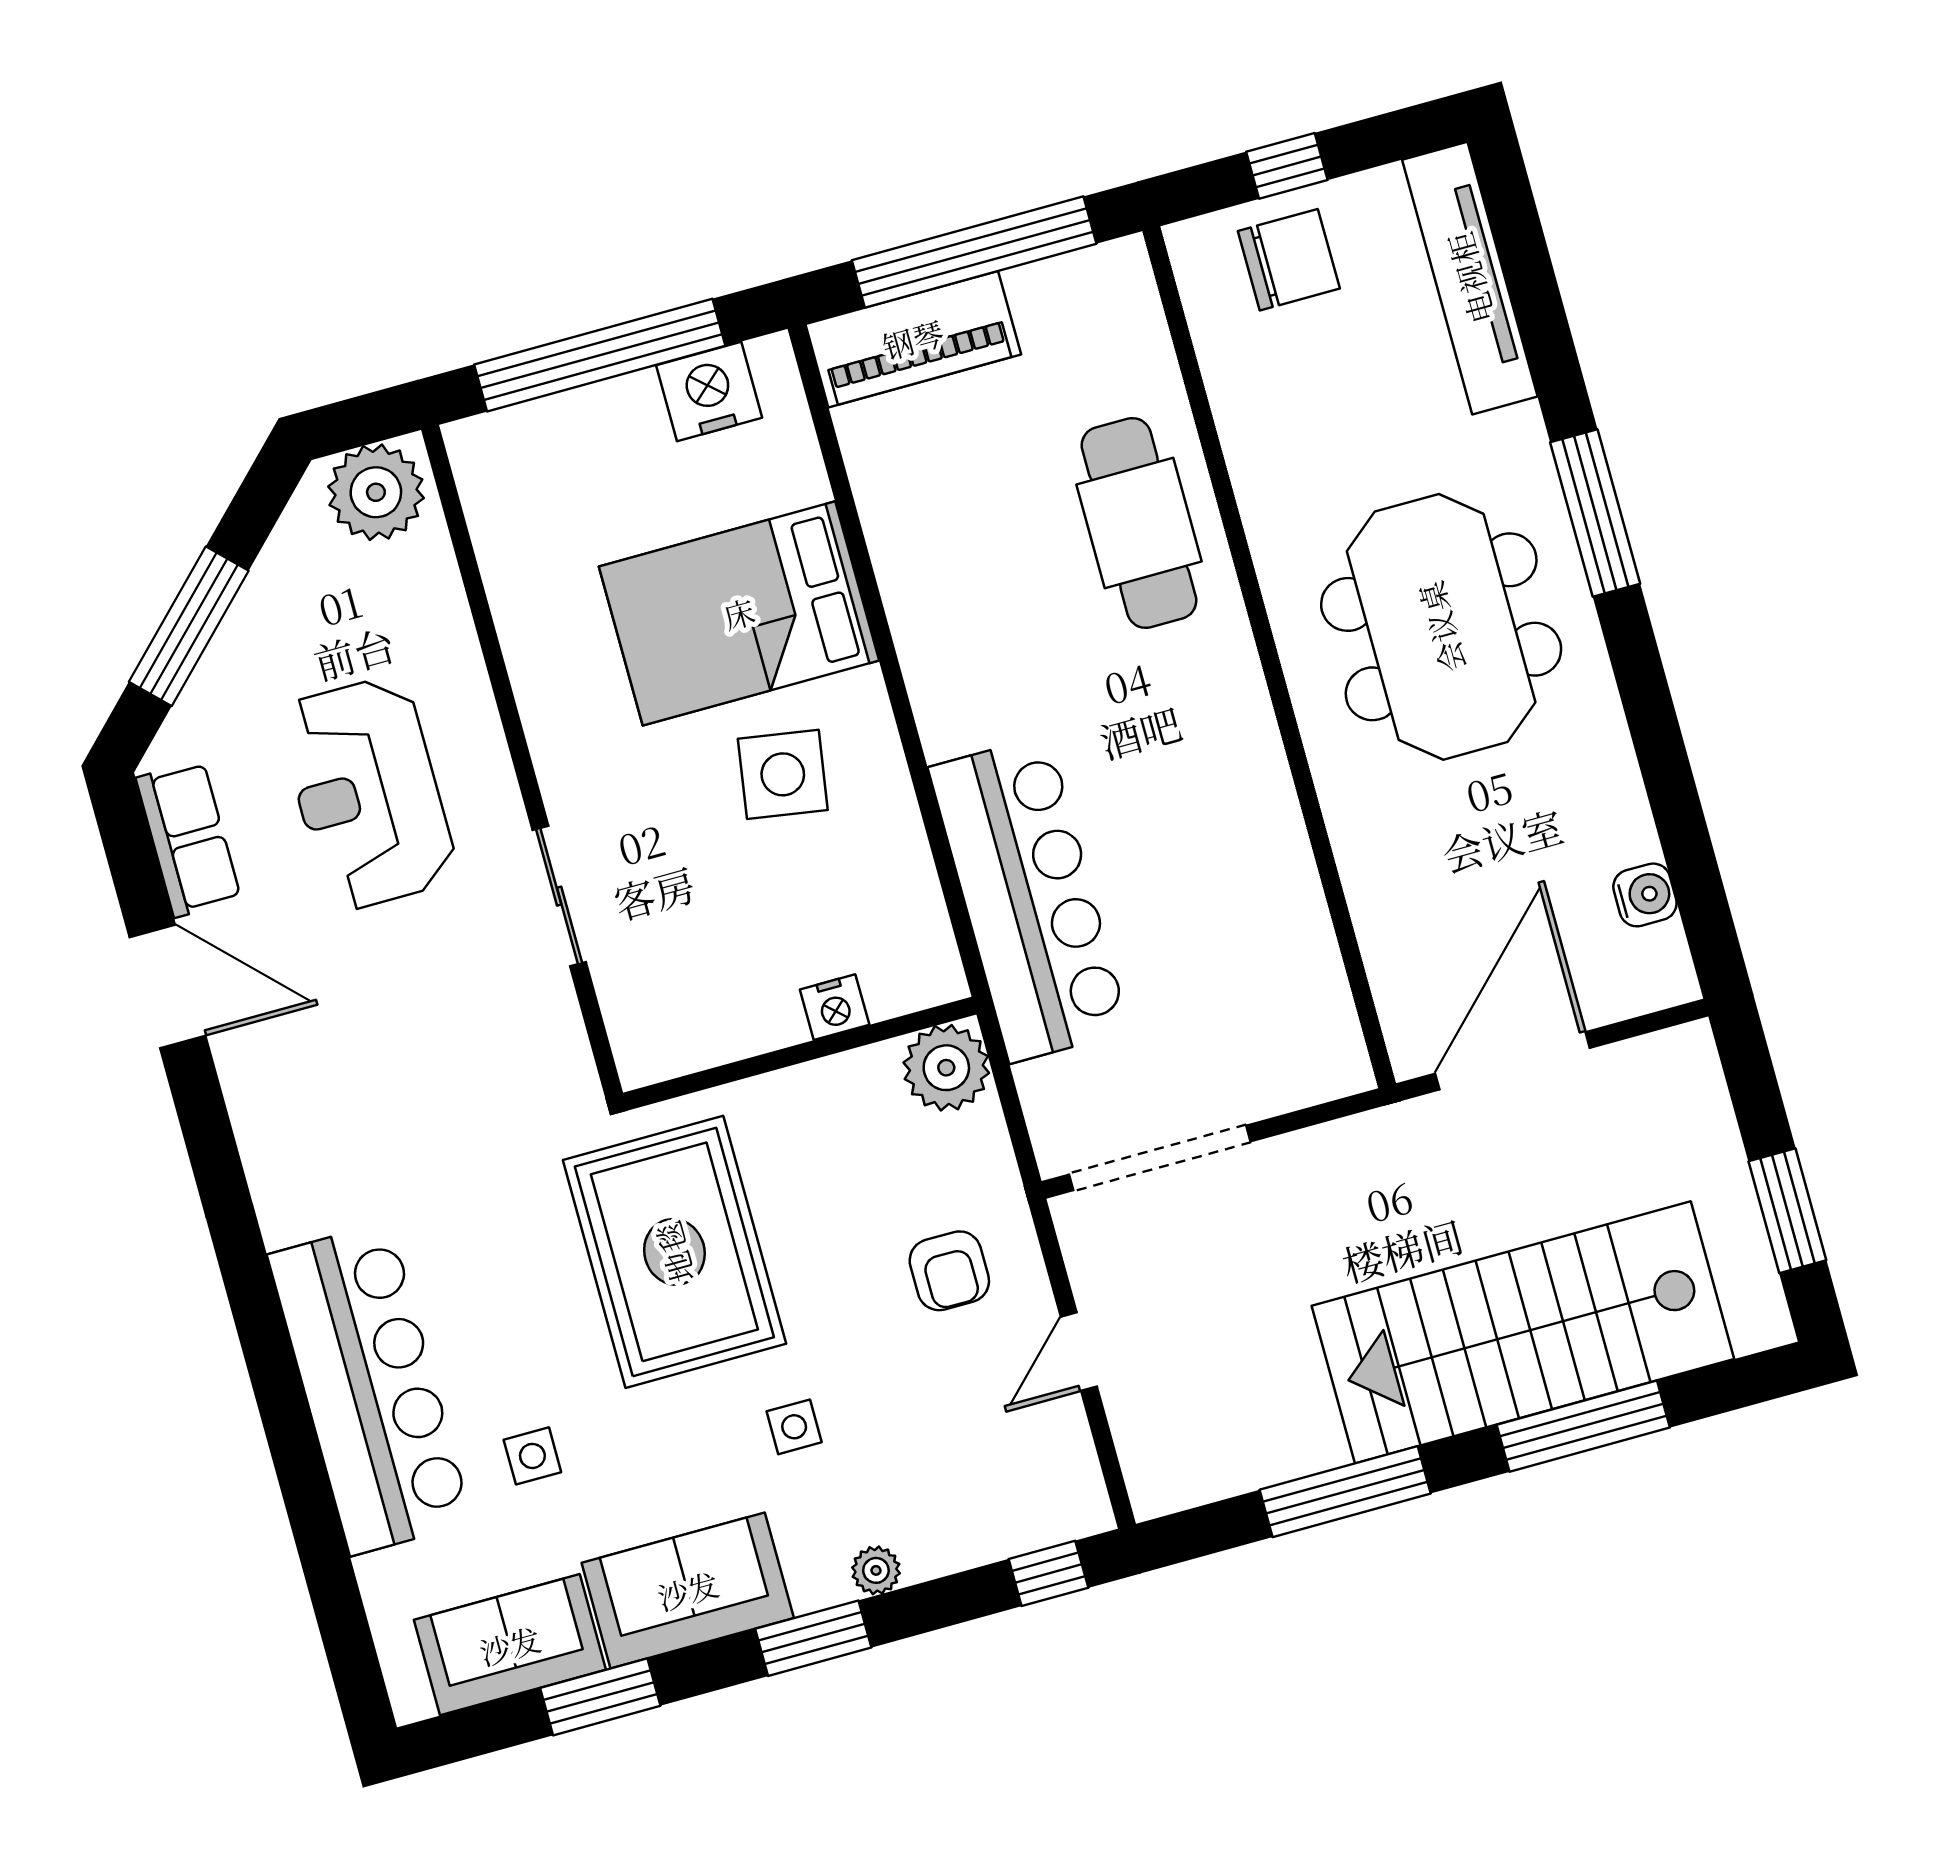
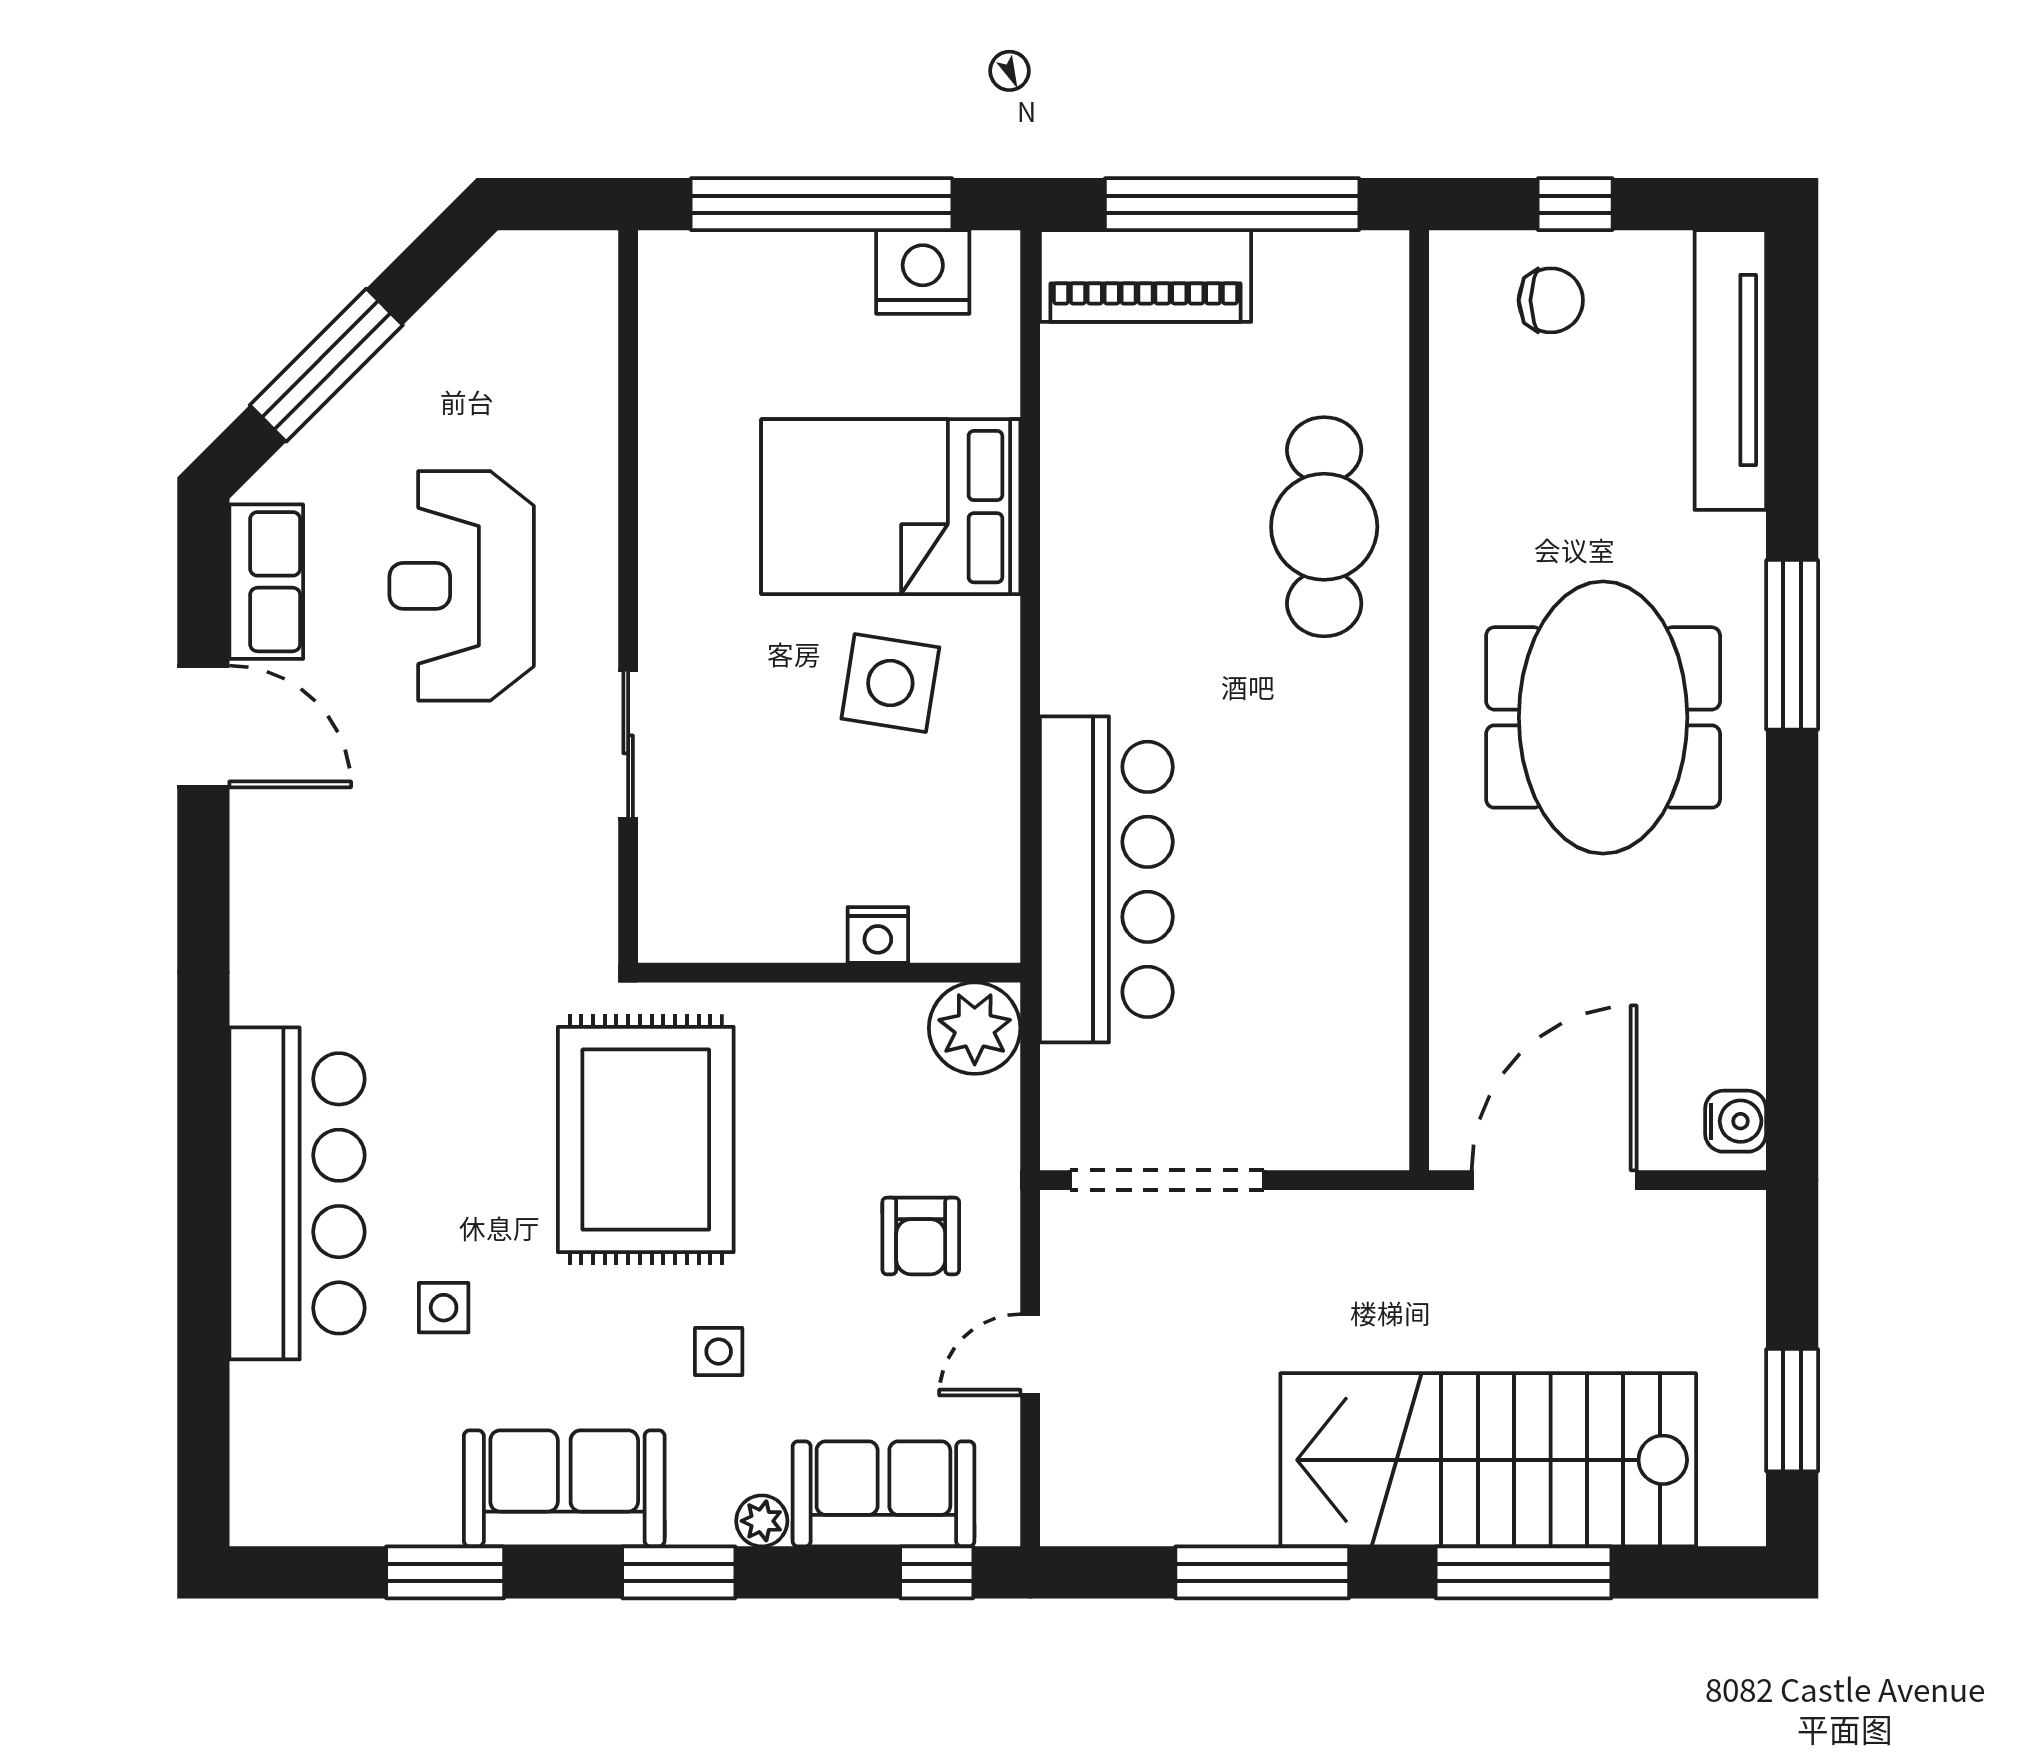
chair: (1289, 260) -> (1551, 300), width x0.73, depth x0.73
plant: (376, 492) -> (555, 281), removed
water cooler: (1645, 895) -> (1736, 1121), moved
sofa: (510, 1645) -> (883, 1494), moved

